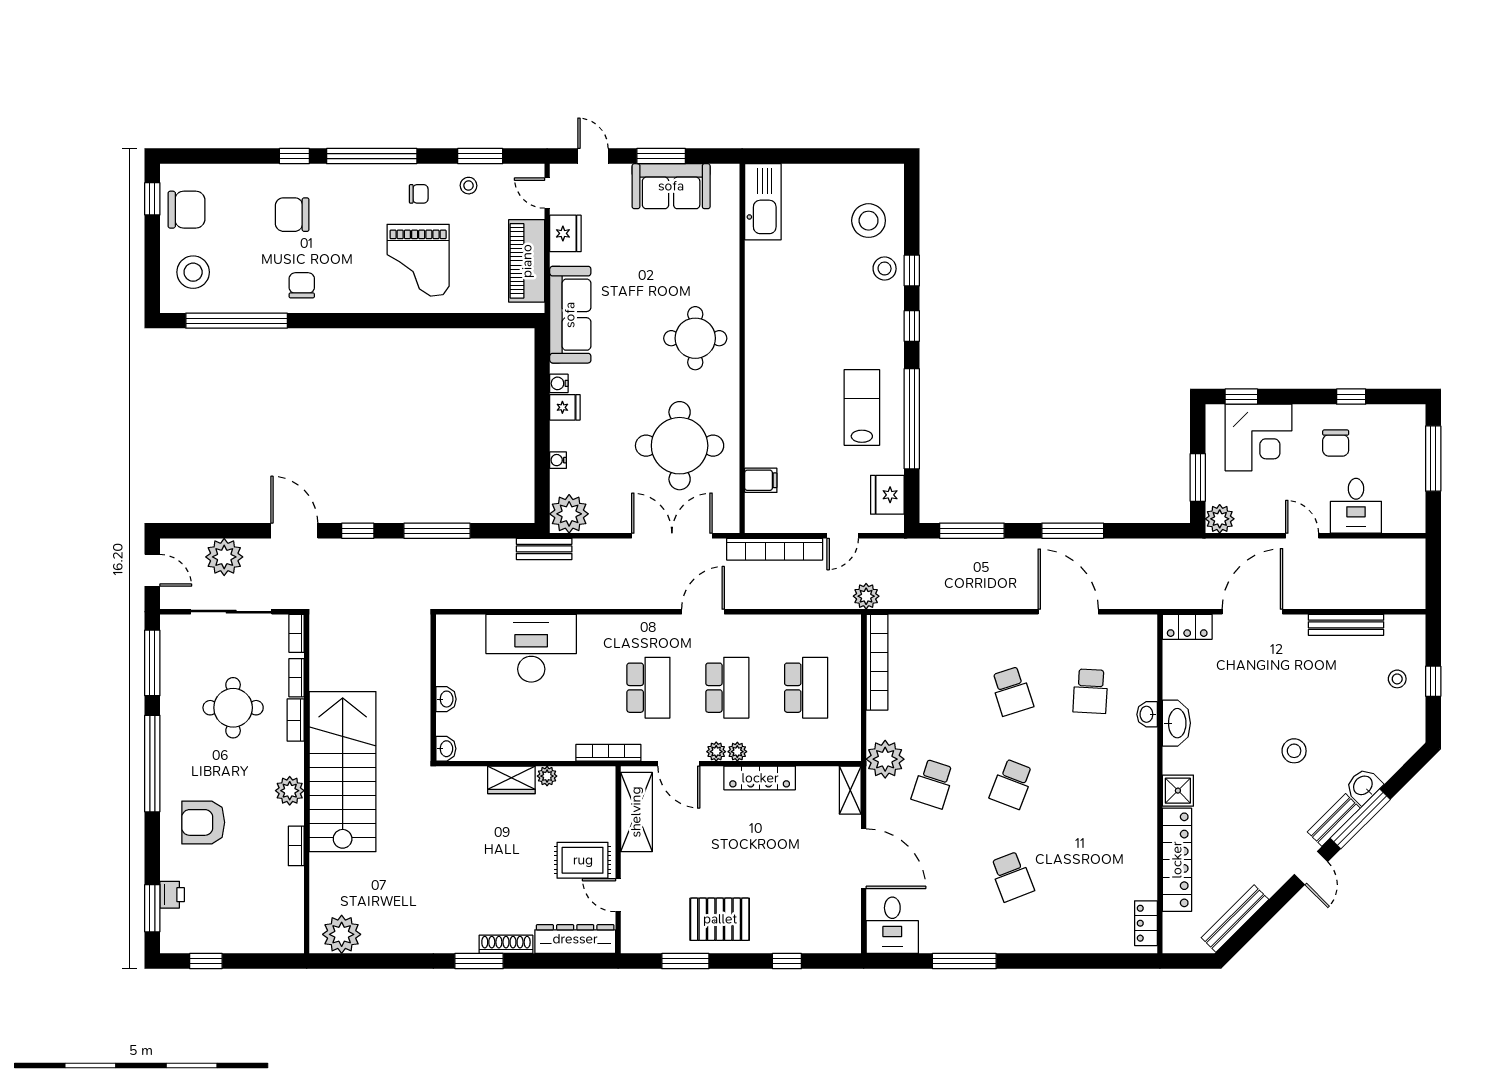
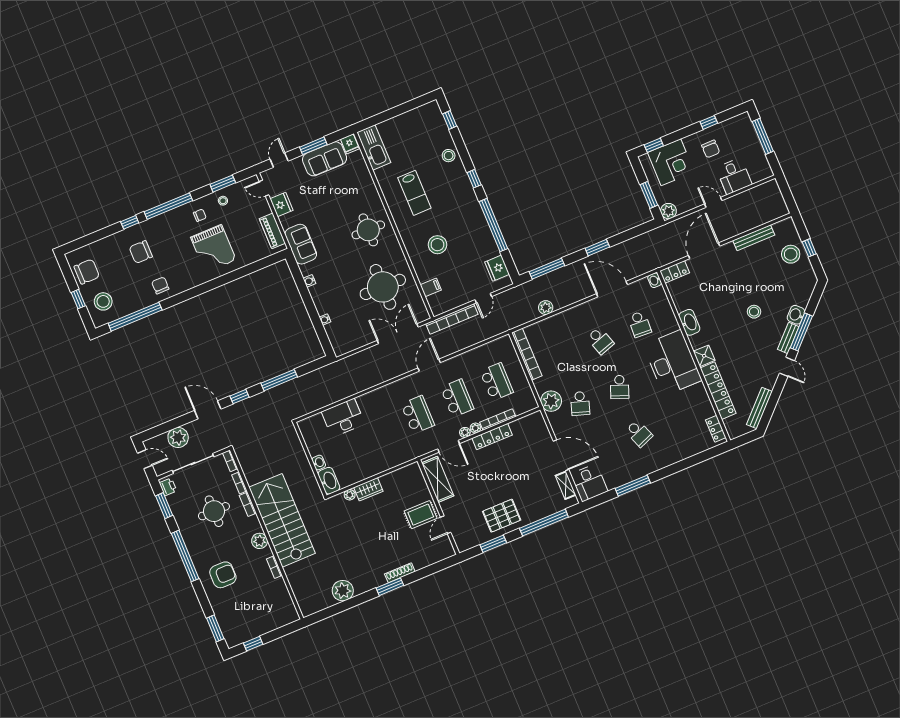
door: (593, 156) -> (279, 160), hinge flipped
window: (152, 199) -> (78, 299), moved
stool: (869, 221) -> (437, 245), moved
piano: (527, 261) -> (272, 231), width x0.73, depth x0.75
window: (912, 270) -> (450, 120), moved
sofa: (570, 315) -> (301, 244), width x0.73
fridge: (565, 407) -> (350, 144), moved, turned 90
lab bench: (862, 407) -> (414, 193), moved, turned 180
plant: (569, 514) -> (342, 344), removed
window: (1073, 531) -> (597, 248), width x0.69
bench: (544, 549) -> (337, 367), removed
plant: (866, 596) -> (546, 308), moved
desk: (531, 648) -> (343, 418), width x0.73, depth x0.77
window: (152, 663) -> (164, 506), width x0.69
stool: (1397, 679) -> (791, 254), width x1.89, depth x1.89
washbasin: (1147, 714) -> (655, 280), moved
washbasin: (446, 749) -> (329, 481), width x1.91, depth x1.45
bookcase: (608, 753) -> (498, 419), moved
plant: (547, 776) -> (350, 495), moved
desk: (1119, 780) -> (672, 363), added
shelving: (850, 790) -> (566, 485), moved
armchair: (203, 822) -> (223, 575), turned 180
printer: (172, 895) -> (168, 487), moved
door: (618, 895) -> (446, 525), hinge flipped
plant: (342, 934) -> (343, 591), moved
dresser: (575, 939) -> (433, 556), removed
window: (787, 961) -> (544, 523), width x3.17

